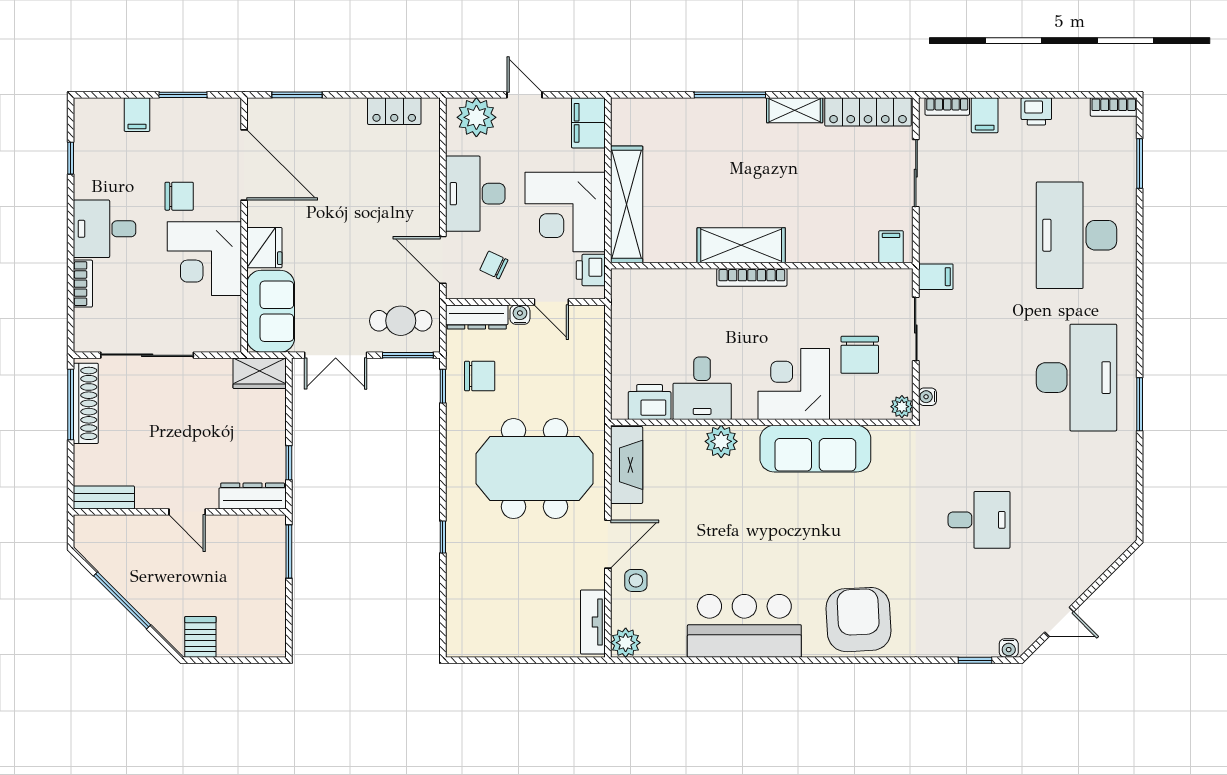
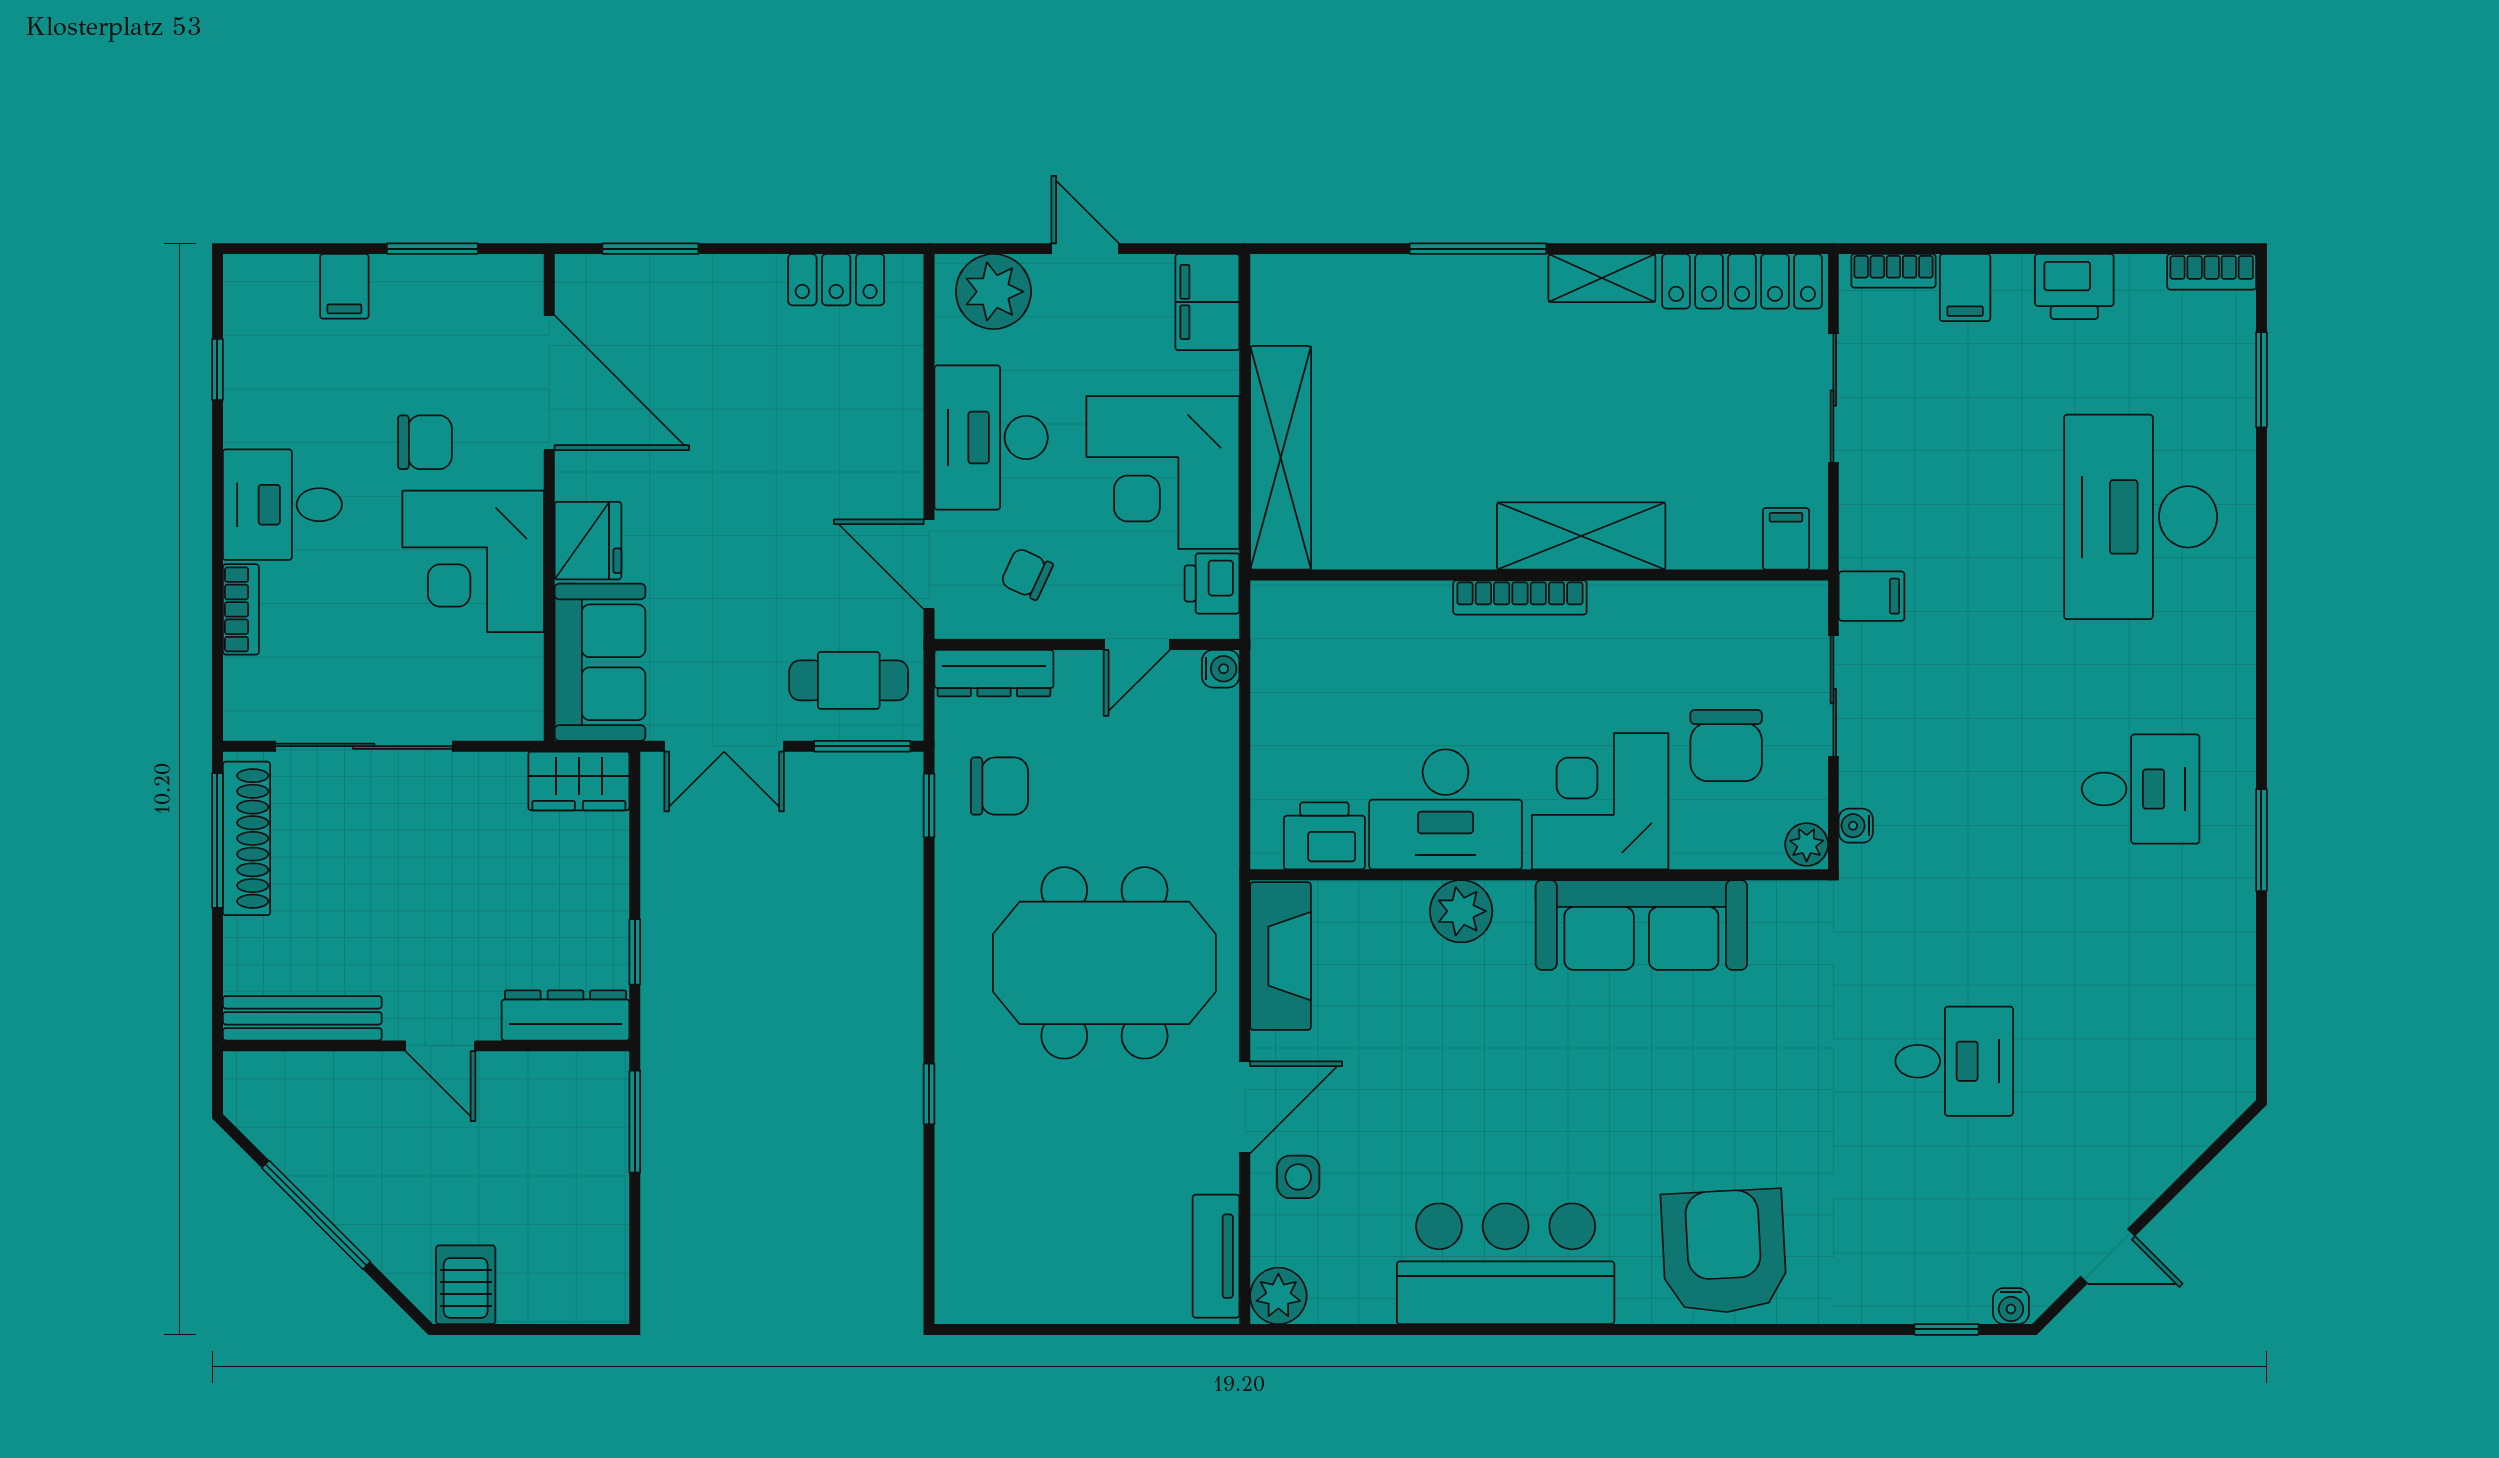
printer: (1036, 111) -> (2074, 286), width x1.36, depth x1.24
shelving: (741, 245) -> (1581, 536), moved
door: (551, 302) -> (1137, 645), hinge flipped
water cooler: (520, 315) -> (1221, 669), moved, turned 90
desk: (1076, 378) -> (2141, 789), width x0.53, depth x0.77
desk: (702, 388) -> (1446, 809), width x1.37
bench: (104, 497) -> (302, 1018), width x1.36

